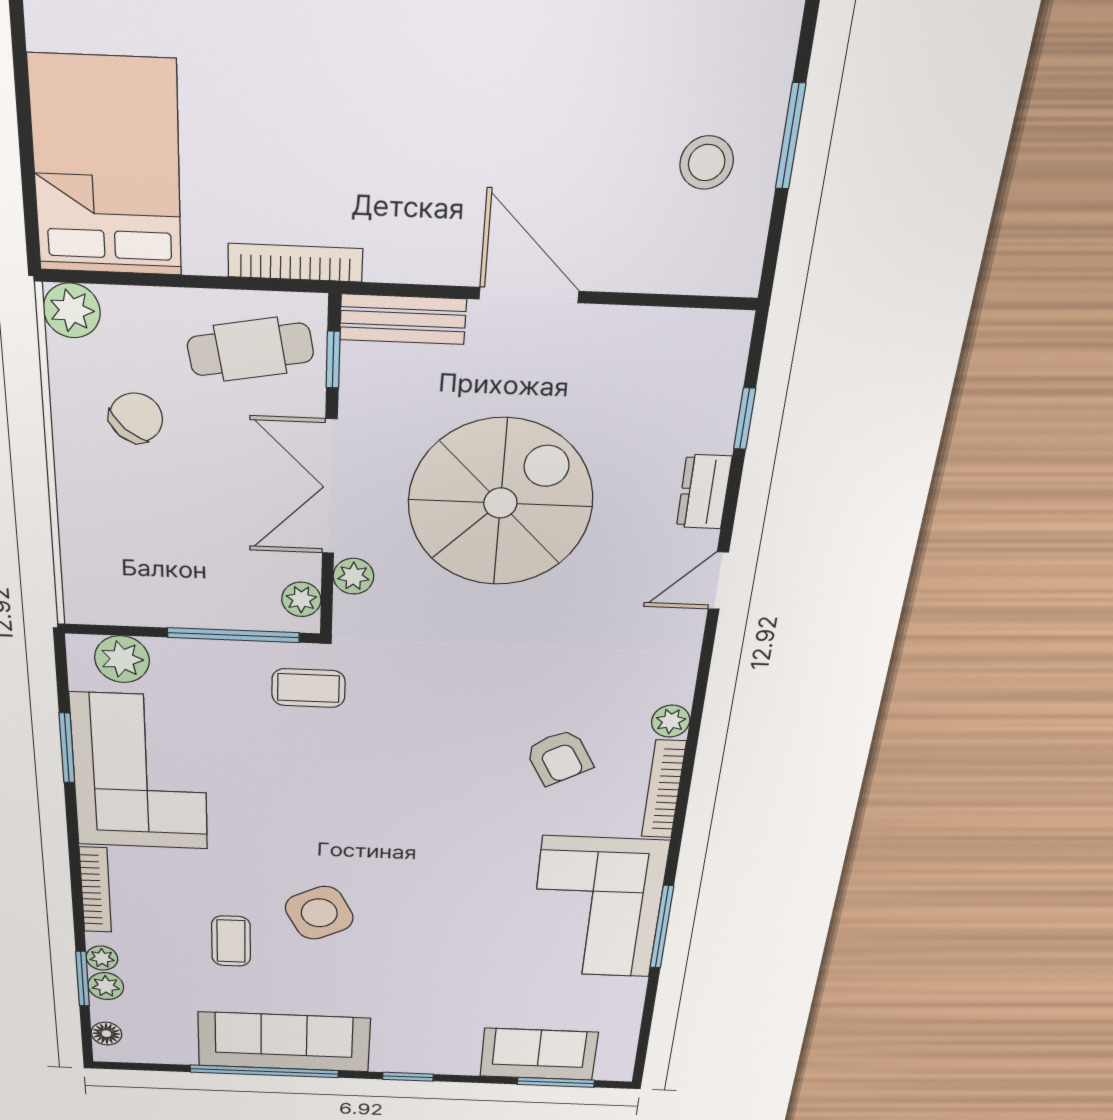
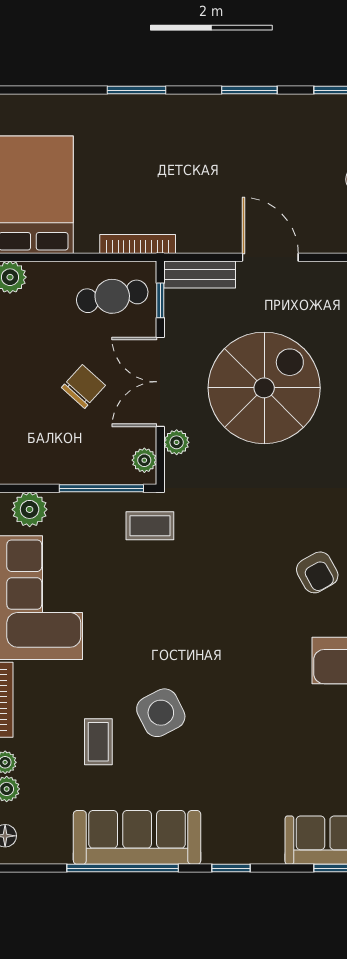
chair: (136, 418) -> (83, 386), moved

